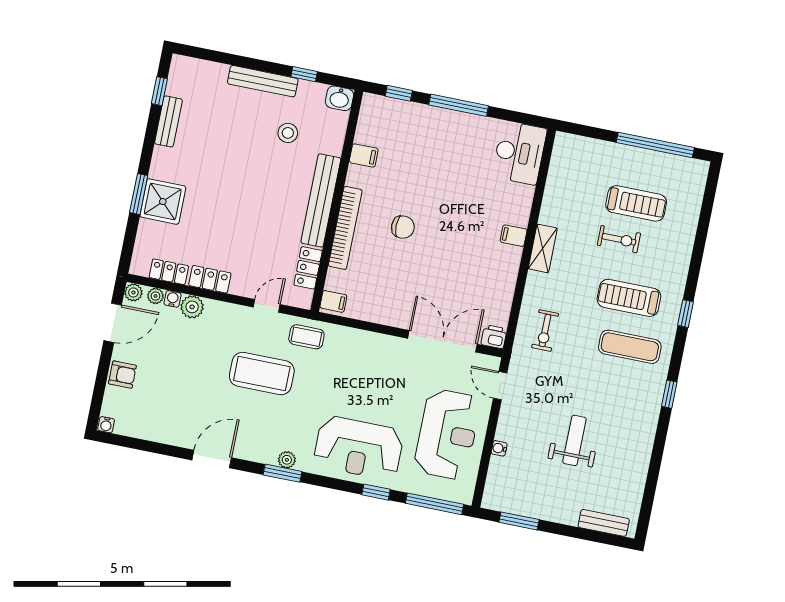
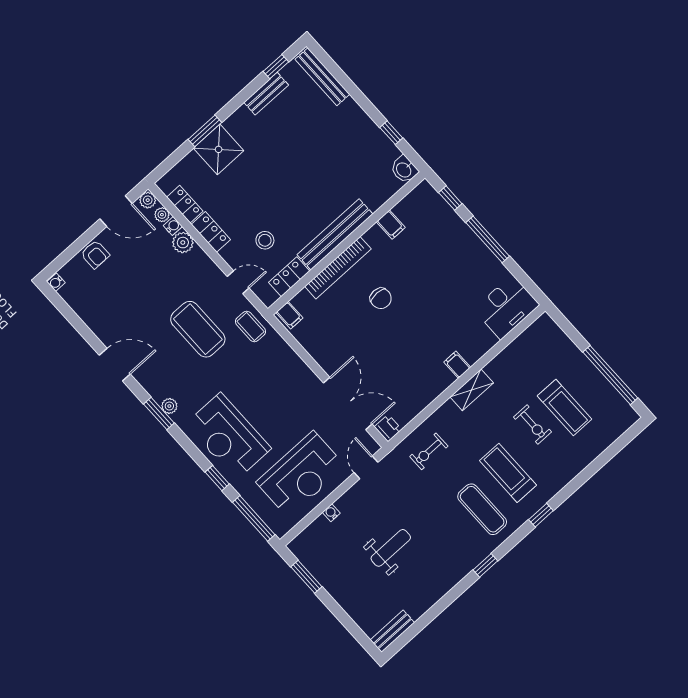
bench: (263, 81) -> (322, 77), moved
stool: (288, 133) -> (265, 240), moved
bench: (604, 523) -> (392, 631), moved, turned 90

